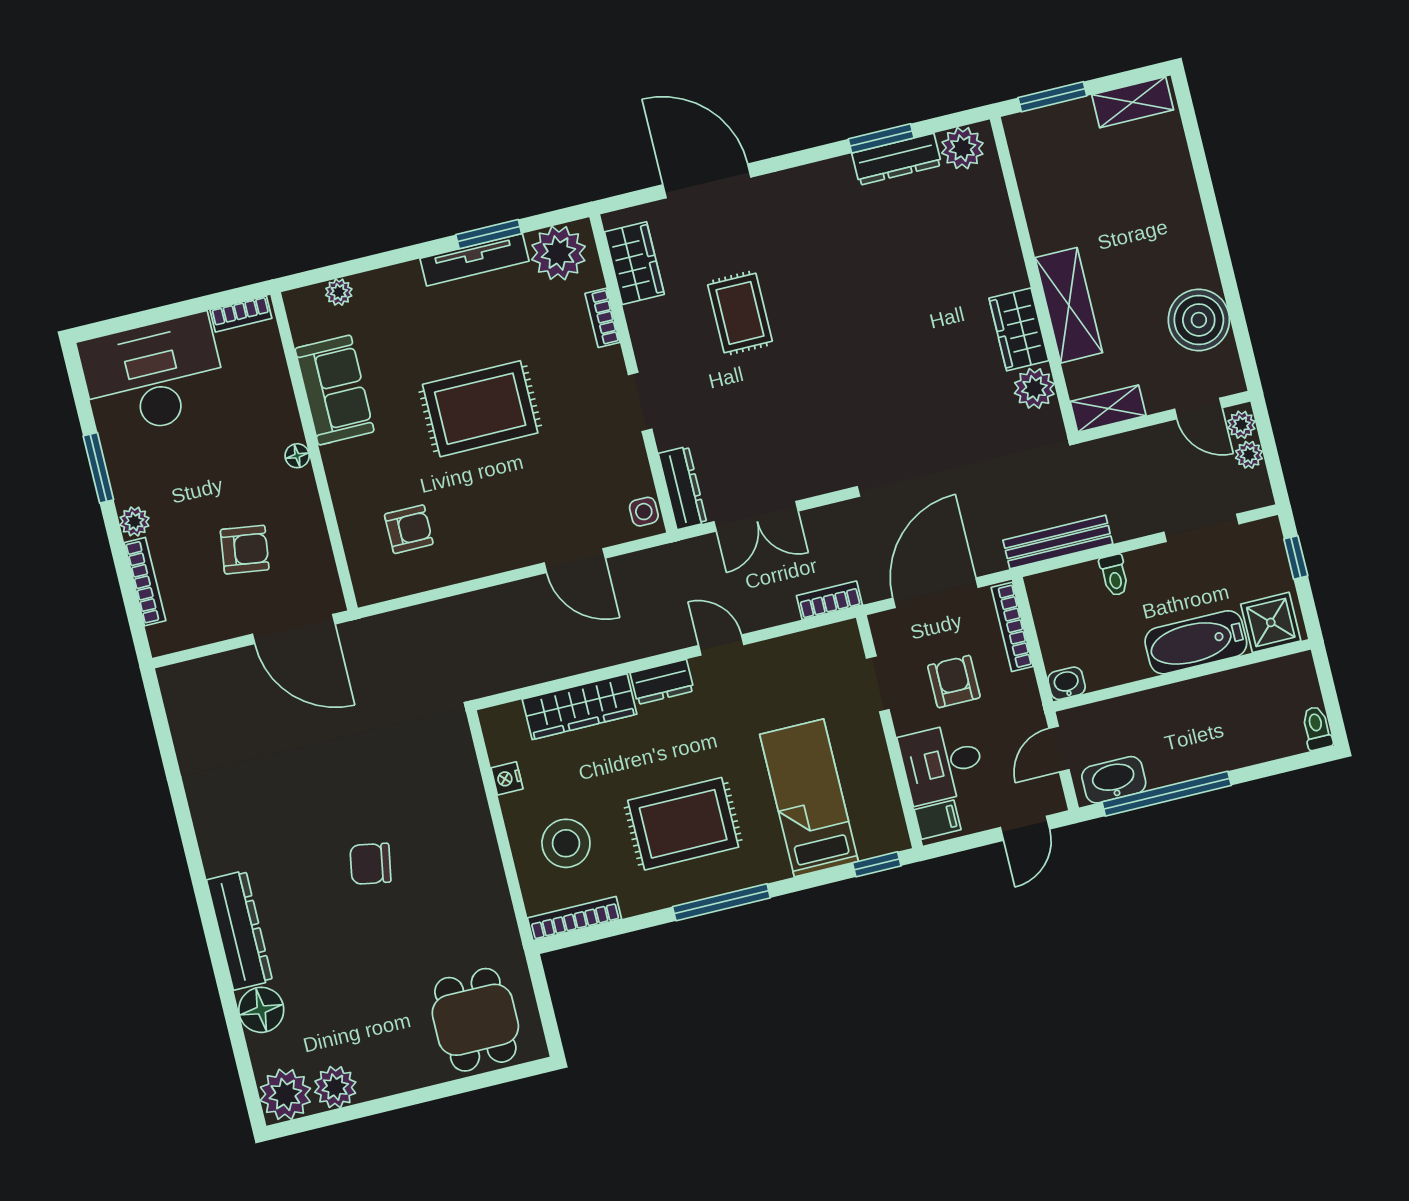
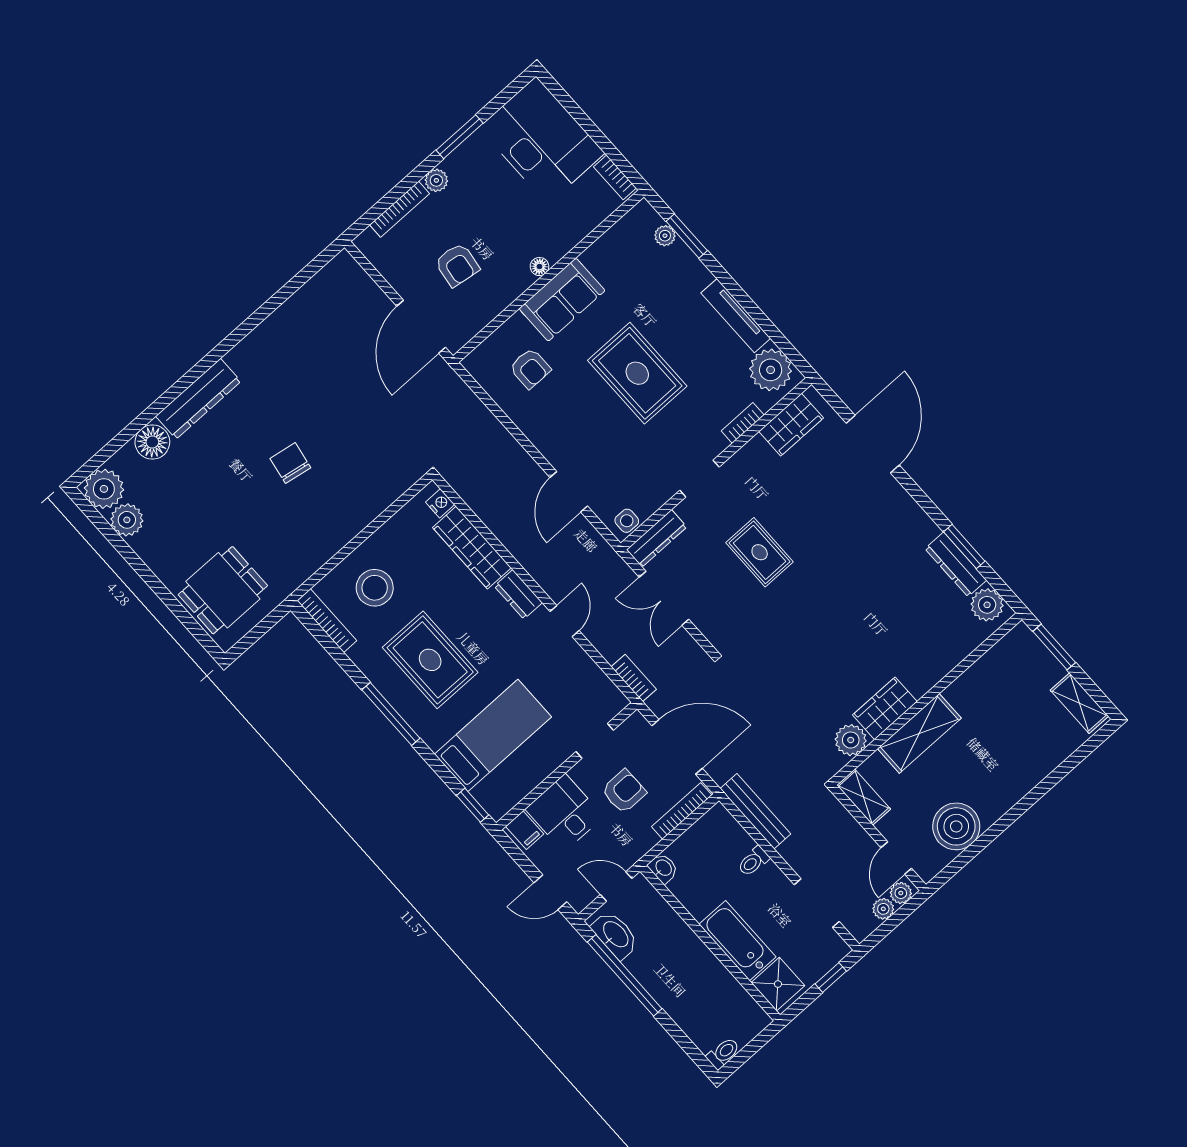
window: (489, 234) -> (687, 236), moved
rug: (740, 313) -> (760, 552), moved, turned 90
sofa: (335, 390) -> (562, 300), moved
nightstand: (507, 778) -> (440, 503), moved, turned 90

